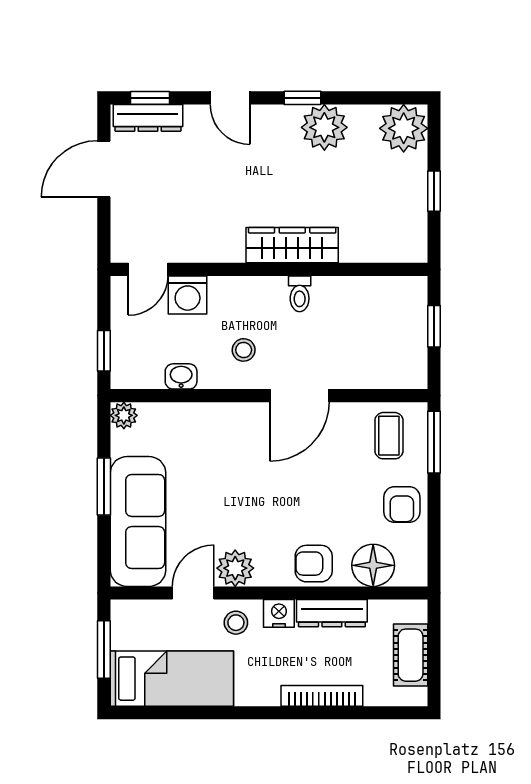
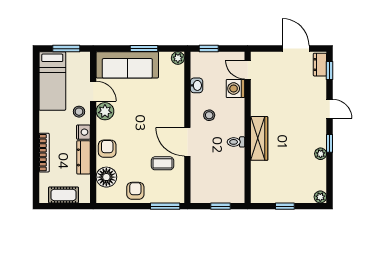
door: (230, 98) -> (330, 109), swing flipped
dresser: (148, 118) -> (320, 65), width x0.70
plant: (324, 127) -> (321, 154), width x0.53, depth x0.53
plant: (404, 128) -> (320, 197), width x0.53, depth x0.53
coffee table: (389, 436) -> (162, 163), moved
armchair: (402, 505) -> (135, 191), turned 90

